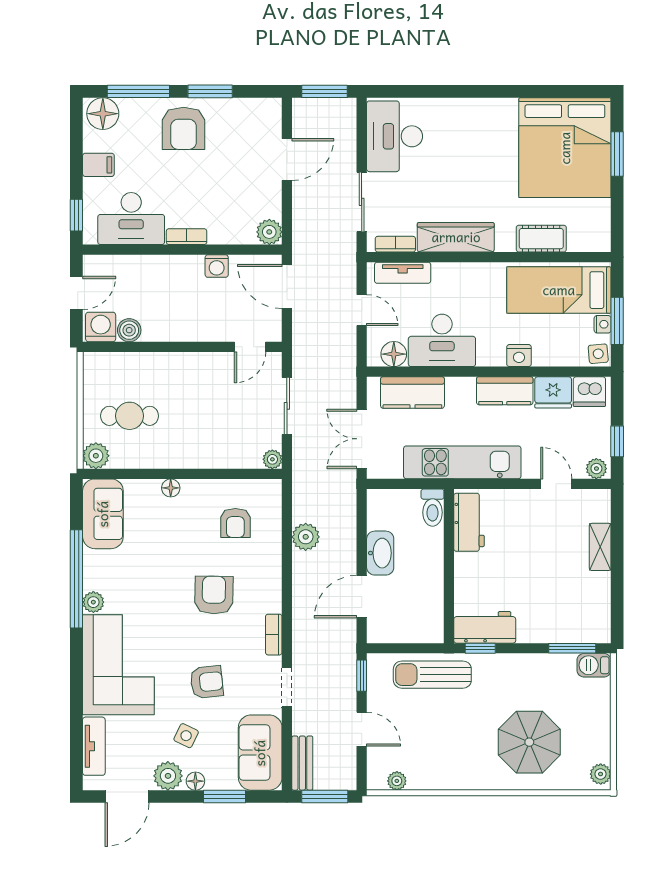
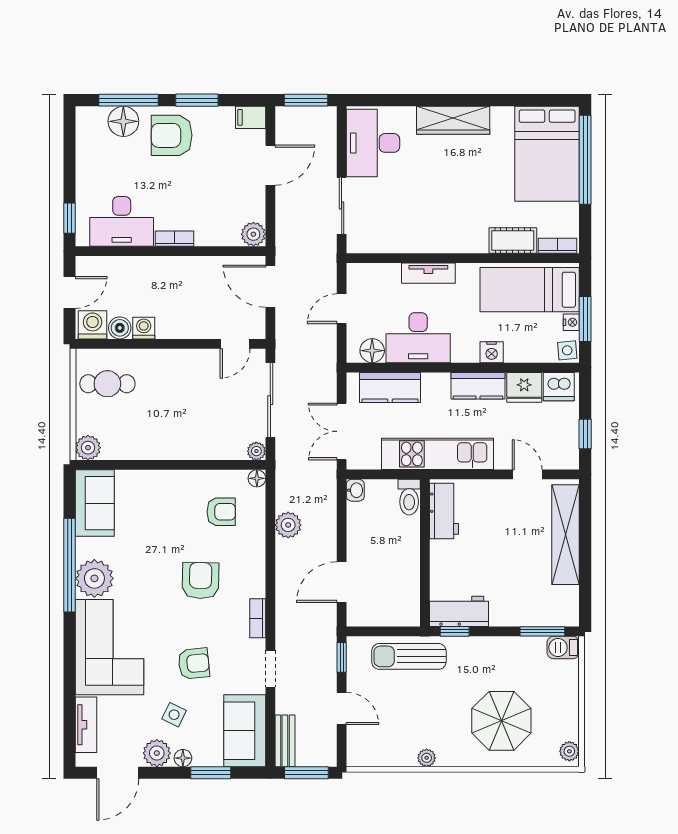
floor lamp: (103, 114) -> (123, 121), moved
armchair: (184, 128) -> (172, 135), turned 90
bed: (565, 148) -> (547, 154), width x0.73
window: (617, 154) -> (585, 160), width x2.11
filing cabinet: (98, 165) -> (251, 117), moved, turned 180
wardrobe: (456, 237) -> (453, 120), moved, turned 180
bookcase: (395, 244) -> (558, 246), moved
washing machine: (217, 266) -> (144, 328), moved, turned 180
tv unit: (403, 273) -> (428, 273), moved
door: (362, 310) -> (342, 309), swing flipped
sliding door: (287, 406) -> (270, 400), width x1.37
cafe table: (130, 416) -> (107, 384), moved
plant: (596, 469) -> (565, 460), removed
floor lamp: (171, 488) -> (257, 478), moved
armchair: (235, 523) -> (221, 512), turned -90
shelving: (600, 547) -> (566, 535), width x2.20, depth x1.33
washbasin: (380, 553) -> (355, 490), moved, width x0.52, depth x0.69
plant: (93, 602) -> (94, 578), width x1.88, depth x1.88
plant: (397, 781) -> (427, 758), moved

